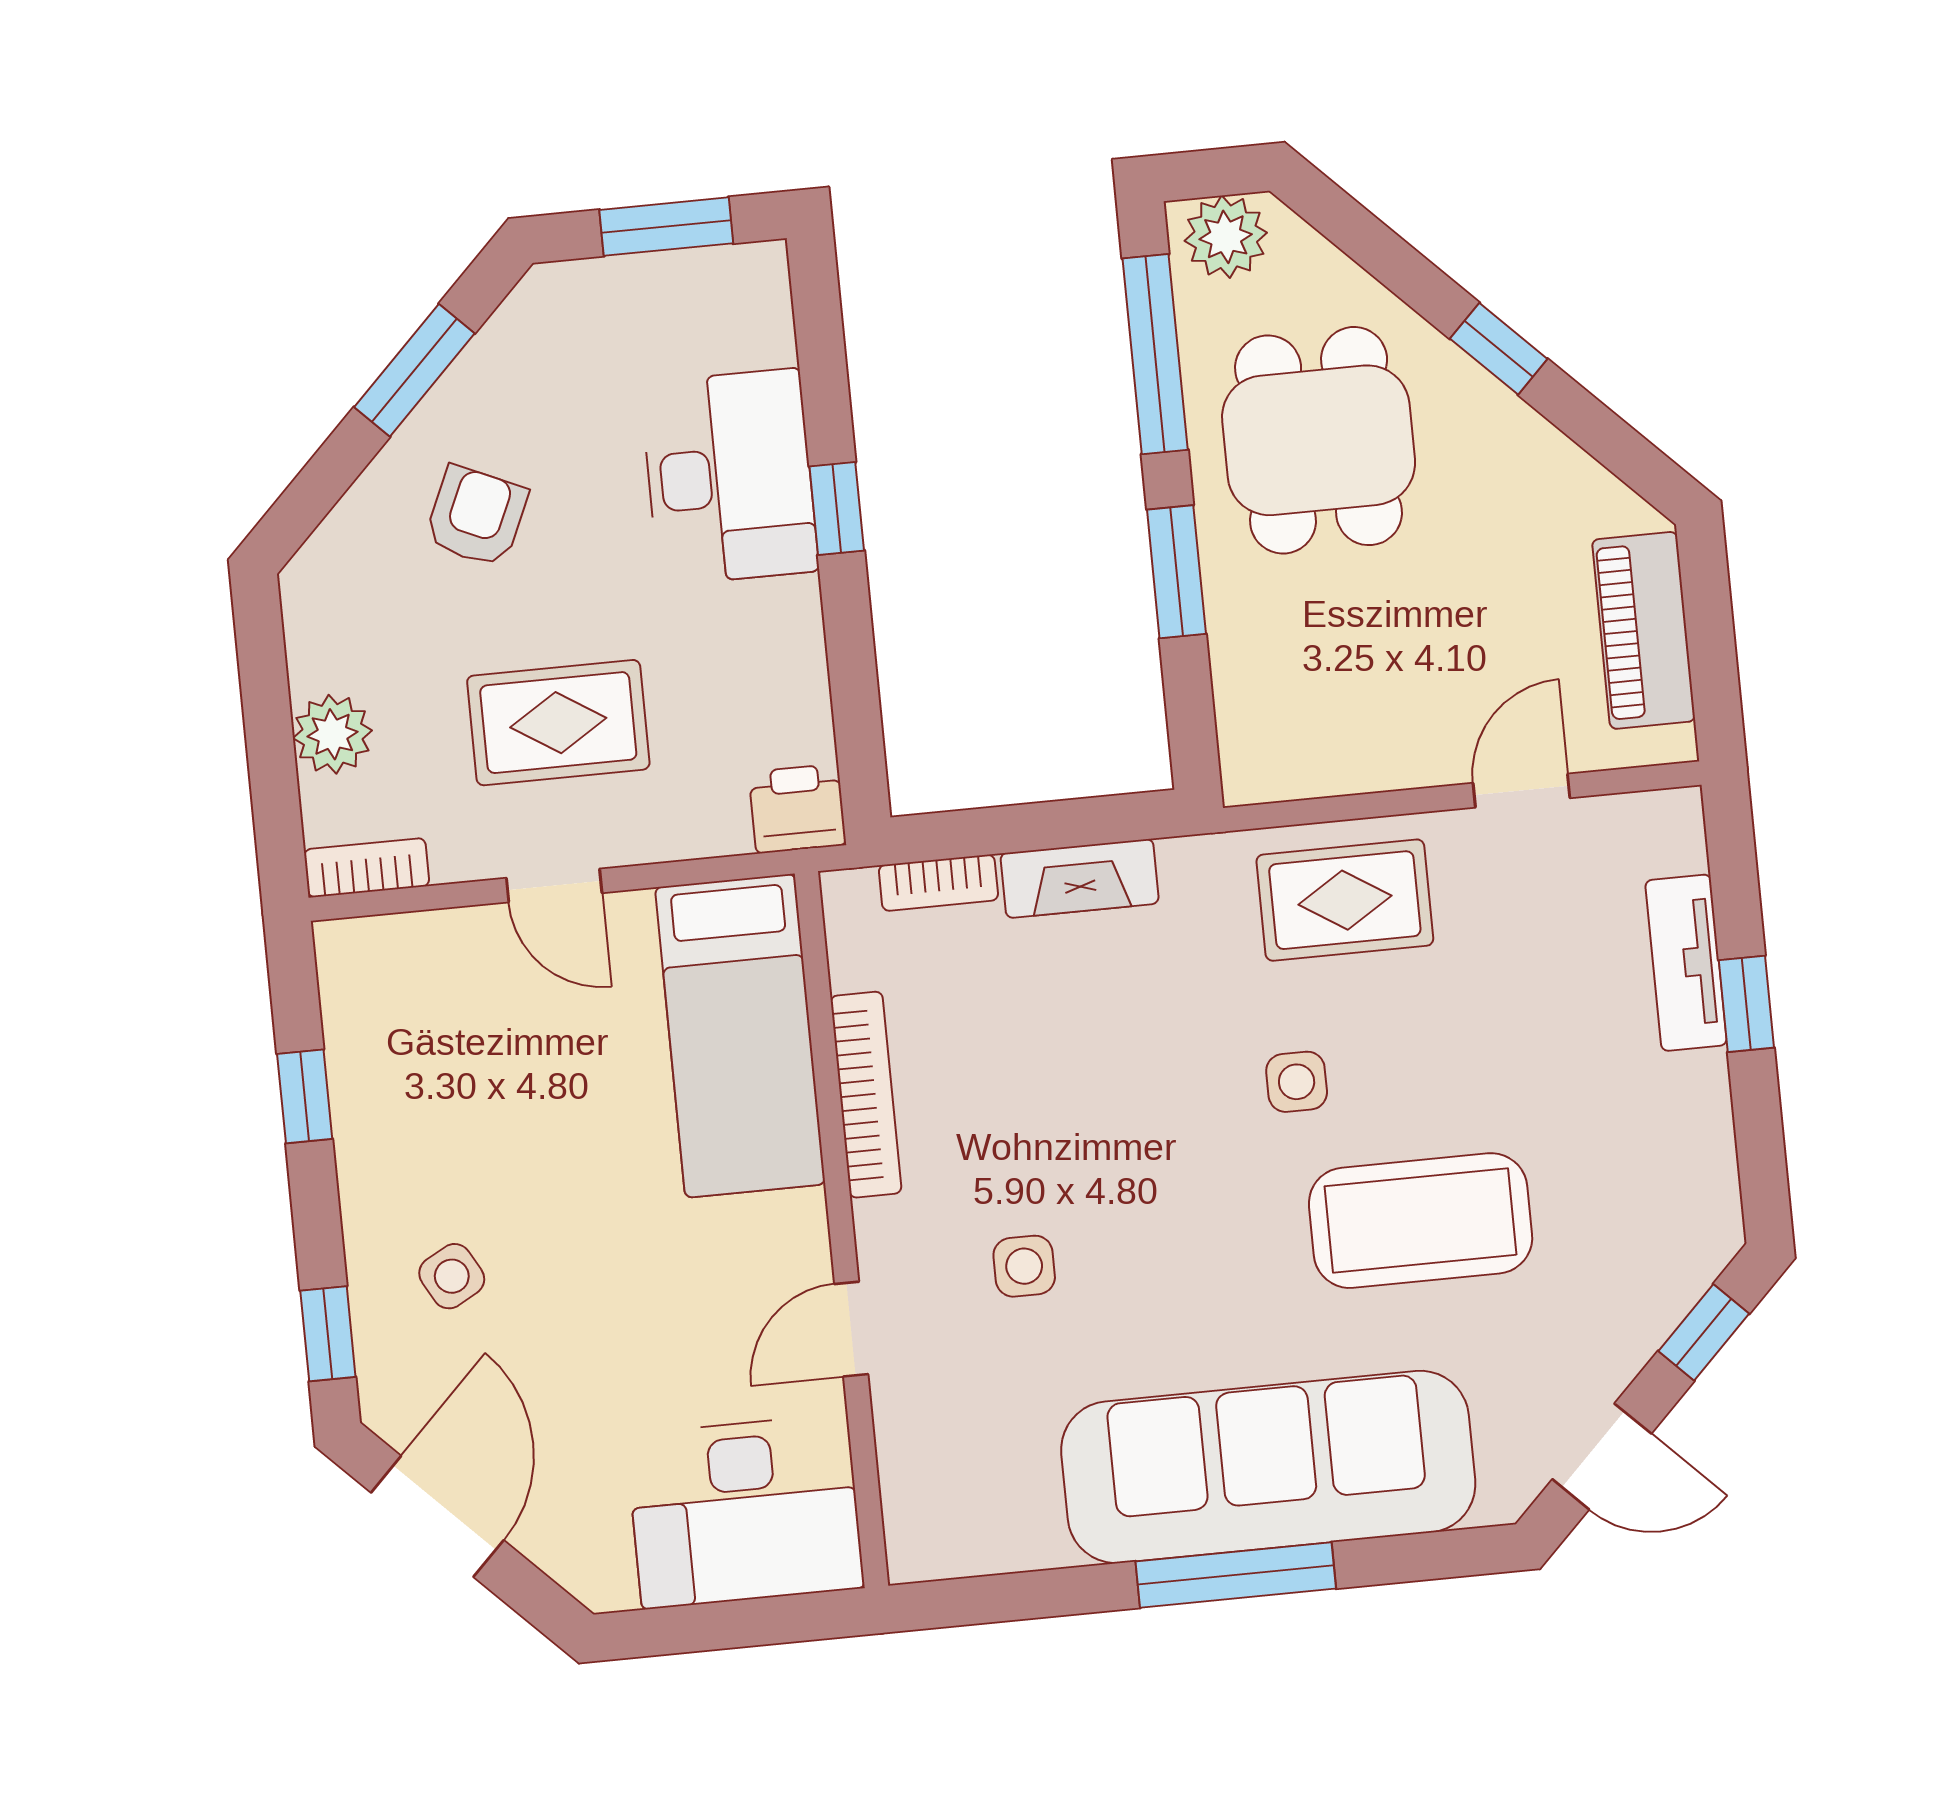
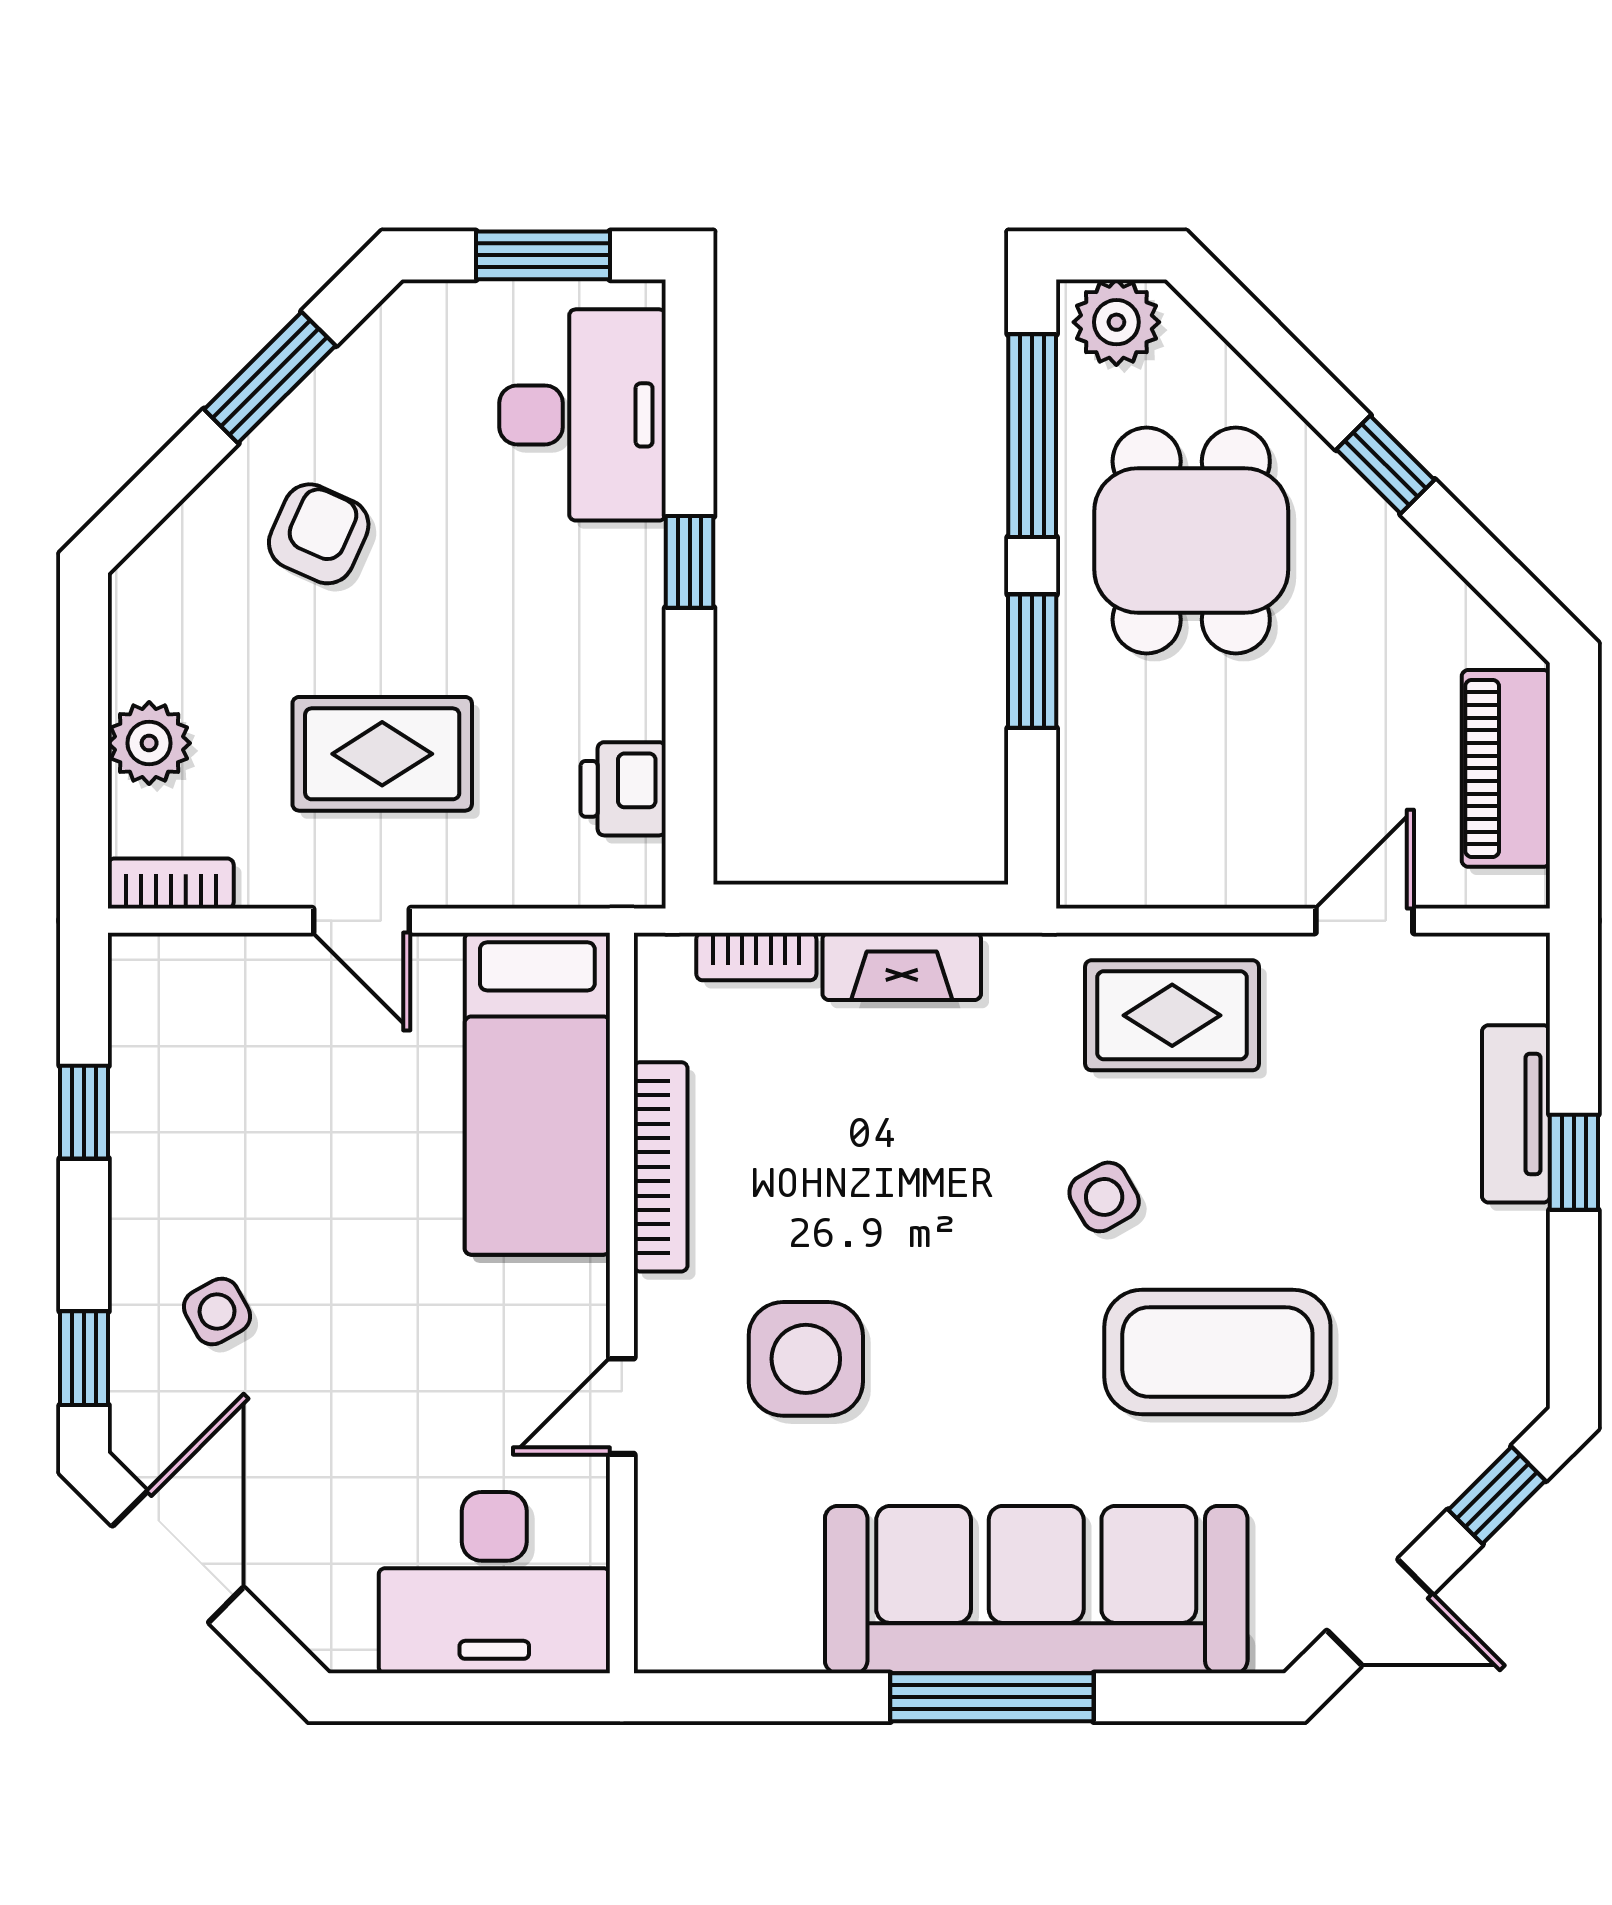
desk: (729, 477) -> (583, 415), moved
printer: (797, 809) -> (623, 789), moved, turned -90
side table: (1297, 1082) -> (1104, 1197), turned -30
side table: (1024, 1266) -> (806, 1359), width x1.87, depth x1.87

